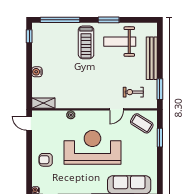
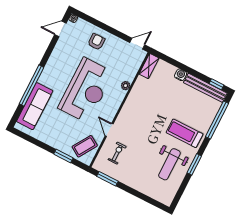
weight bench: (120, 42) -> (169, 164), turned 180
bench: (152, 58) -> (205, 88), moved

